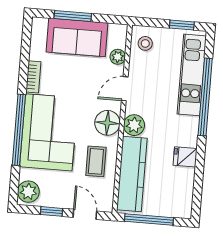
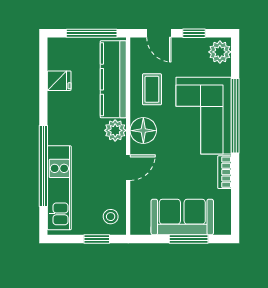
window: (182, 25) -> (97, 239), moved
plant: (118, 57) -> (138, 200), removed
fridge: (185, 157) -> (59, 81), moved

